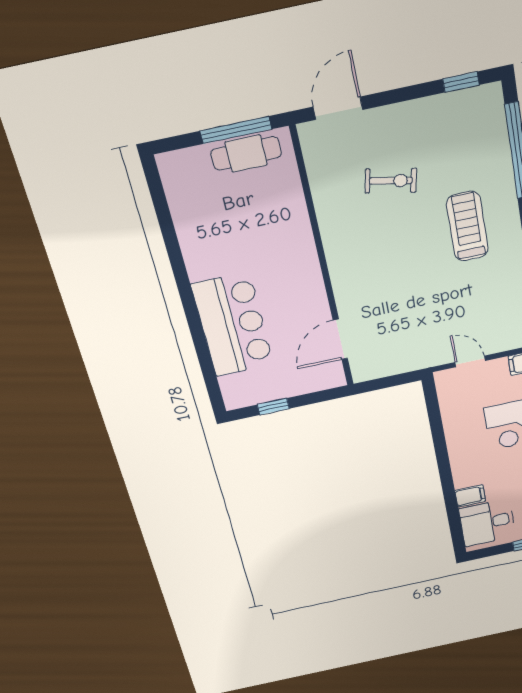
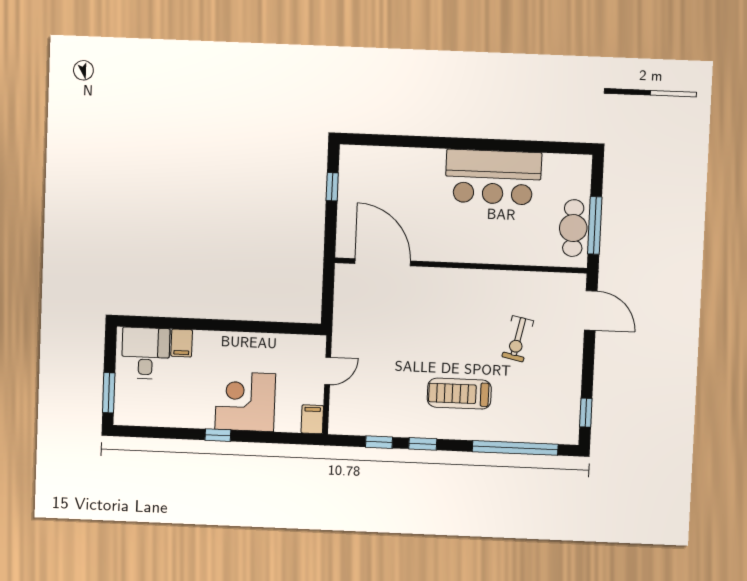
treadmill: (467, 226) -> (459, 394), turned 180
bar counter: (233, 325) -> (493, 177), moved
door: (340, 339) -> (383, 262), width x1.36

